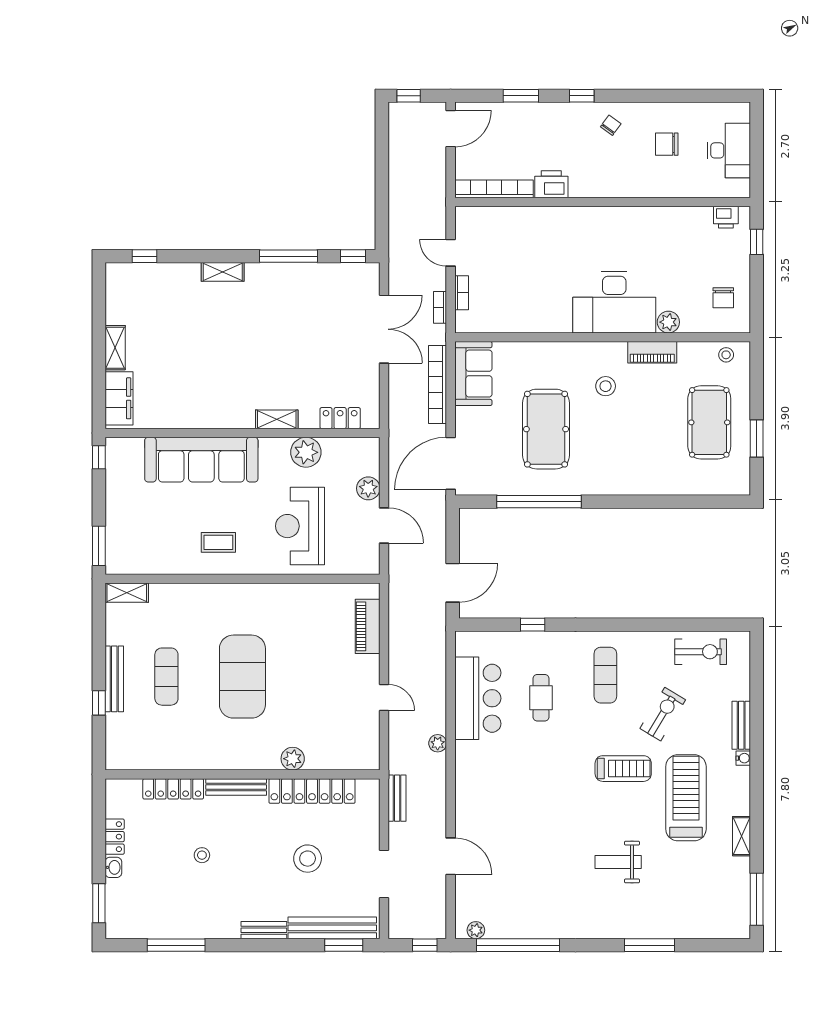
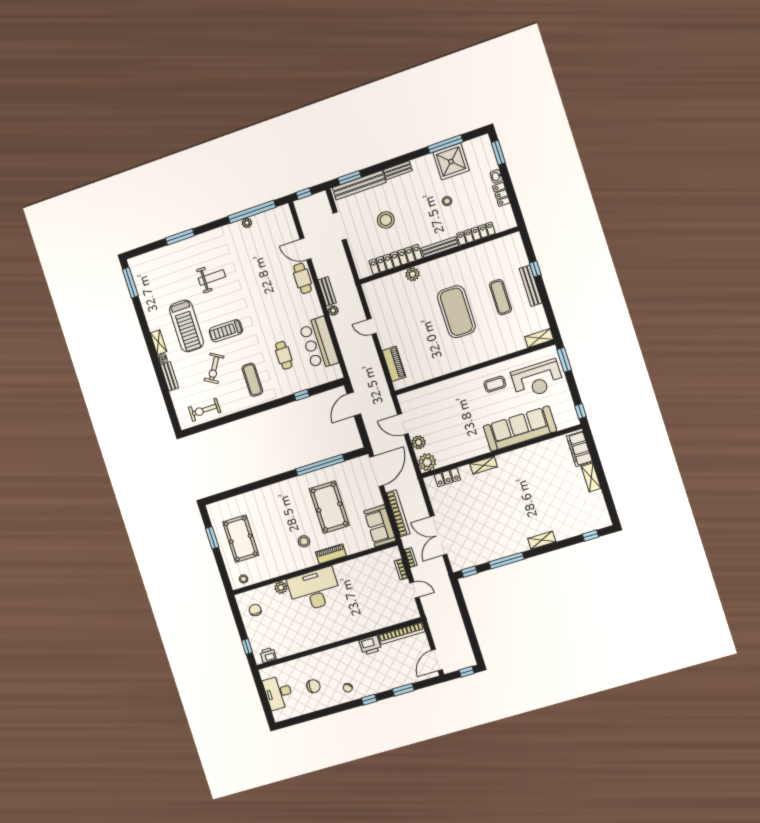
piano: (652, 352) -> (331, 554), moved
plant: (306, 452) -> (427, 462), moved
reception desk: (300, 526) -> (537, 379), moved, turned 90
bench: (397, 798) -> (327, 291), moved
cafe table: (471, 811) -> (303, 278), added
shelving: (741, 836) -> (158, 342), moved
shower: (176, 915) -> (451, 162), added
plant: (476, 930) -> (247, 223), moved

